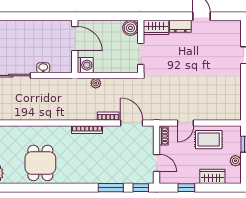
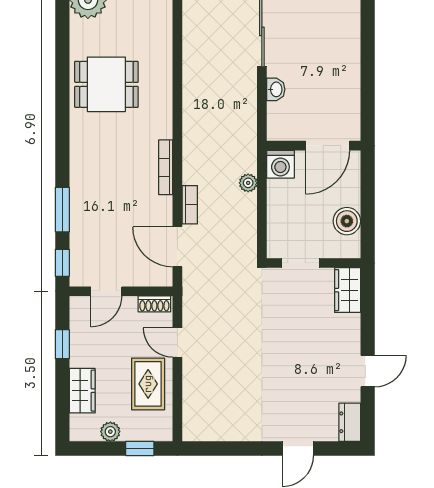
dresser: (180, 26) -> (350, 422), moved
boiler: (130, 28) -> (347, 221), moved
door: (132, 123) -> (177, 247), swing flipped

